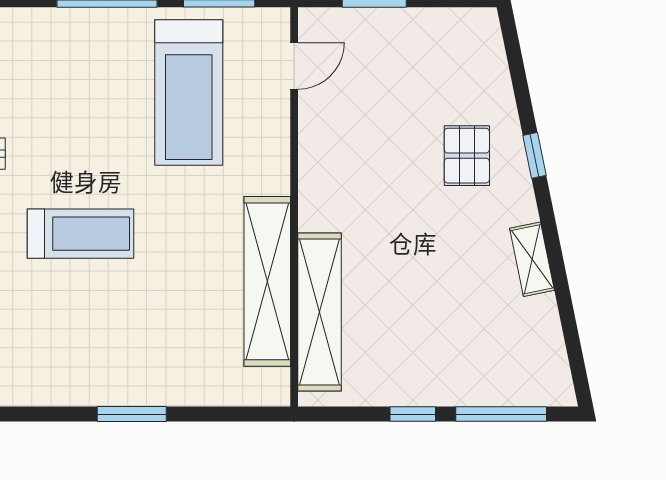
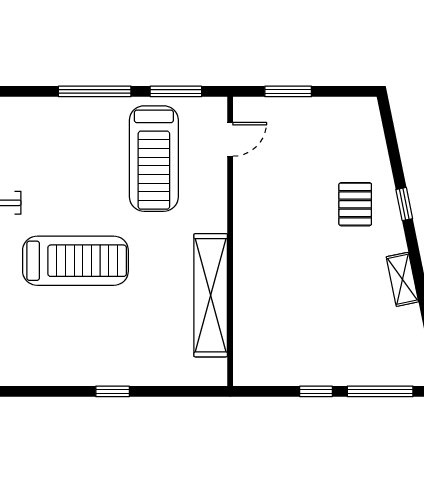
treadmill: (80, 234) -> (75, 261), width x1.37, depth x1.38
shelving: (319, 312) -> (248, 317), removed
window: (132, 414) -> (113, 391), width x0.67

